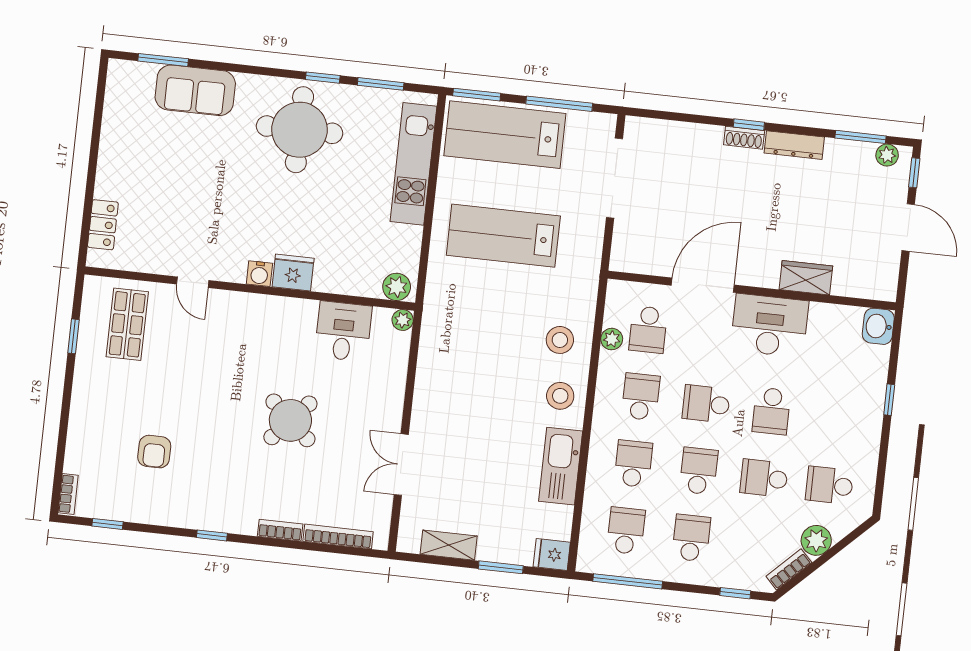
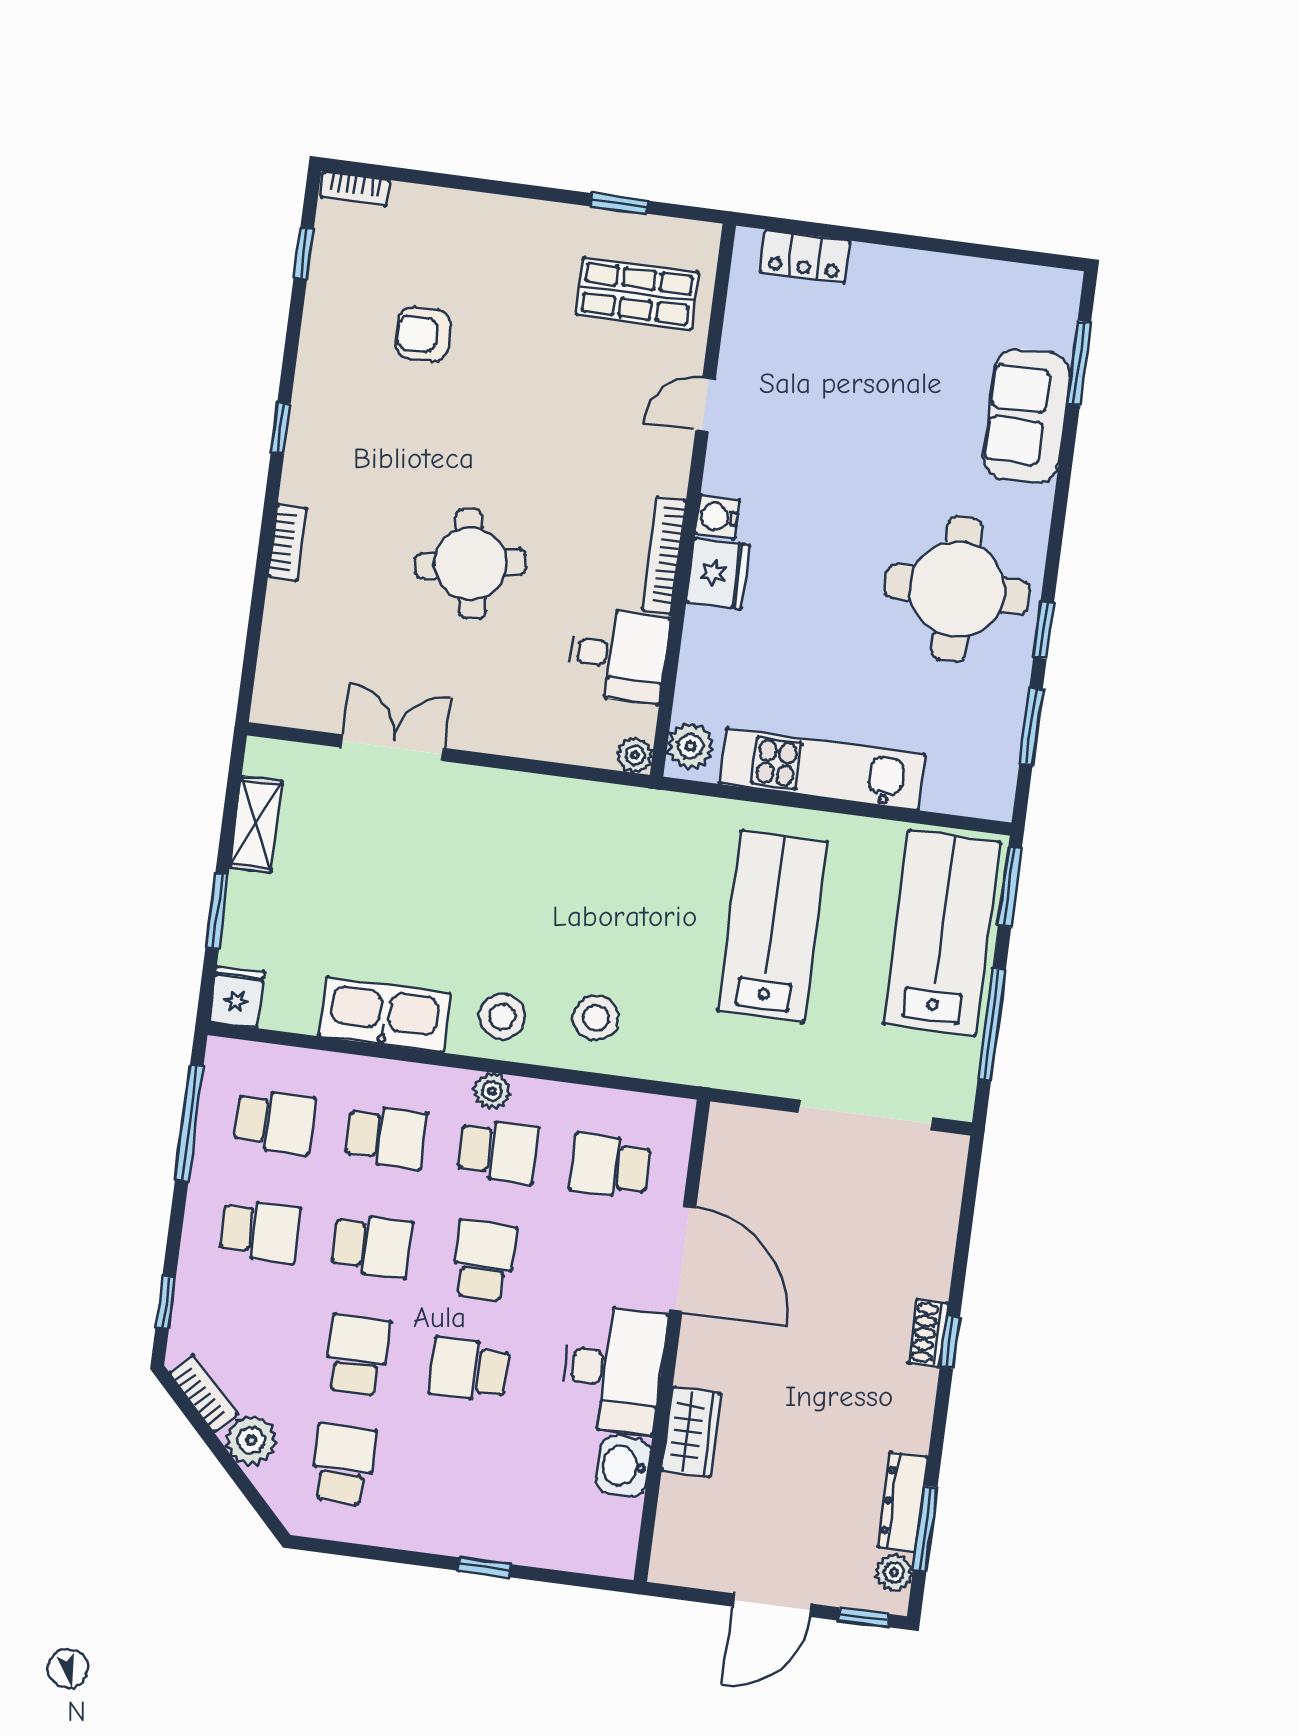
dresser: (794, 145) -> (903, 1502), moved
kitchen unit: (413, 164) -> (822, 769), moved
washbasin: (878, 326) -> (623, 1466), moved, turned -90
plant: (612, 339) -> (492, 1091), moved
round table: (290, 420) -> (471, 564), turned 38
bookcase: (338, 536) -> (664, 555), moved, turned 180

